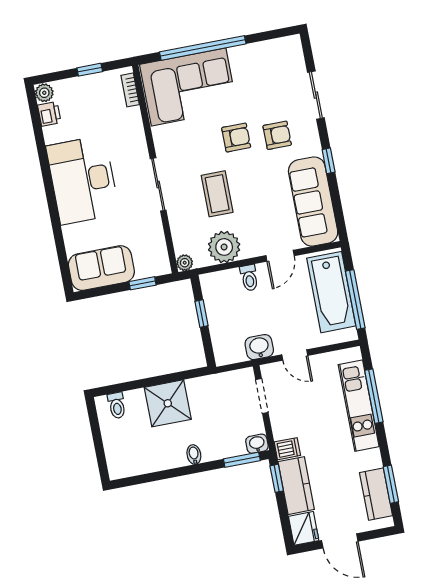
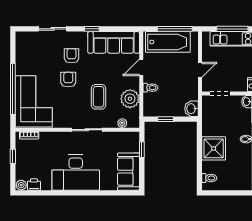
coffee table: (217, 194) -> (99, 97), turned 90
door: (280, 256) -> (141, 67), swing flipped
plant: (185, 263) -> (122, 123), moved
washbasin: (259, 347) -> (191, 109), moved

